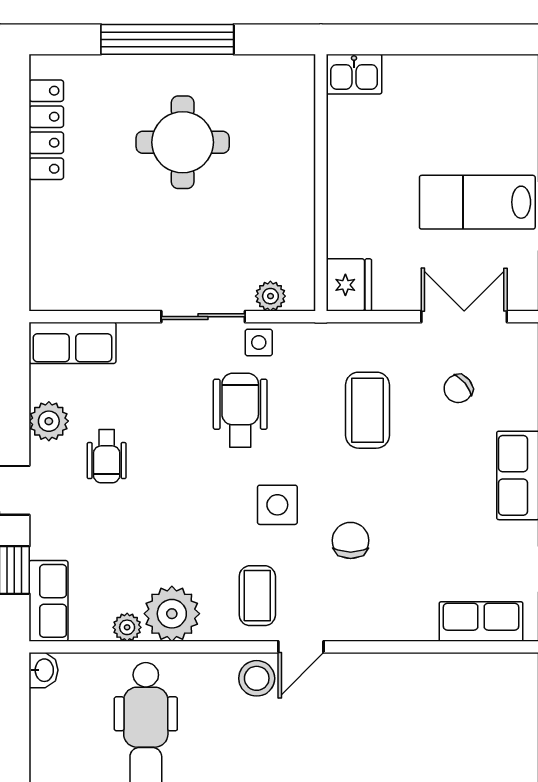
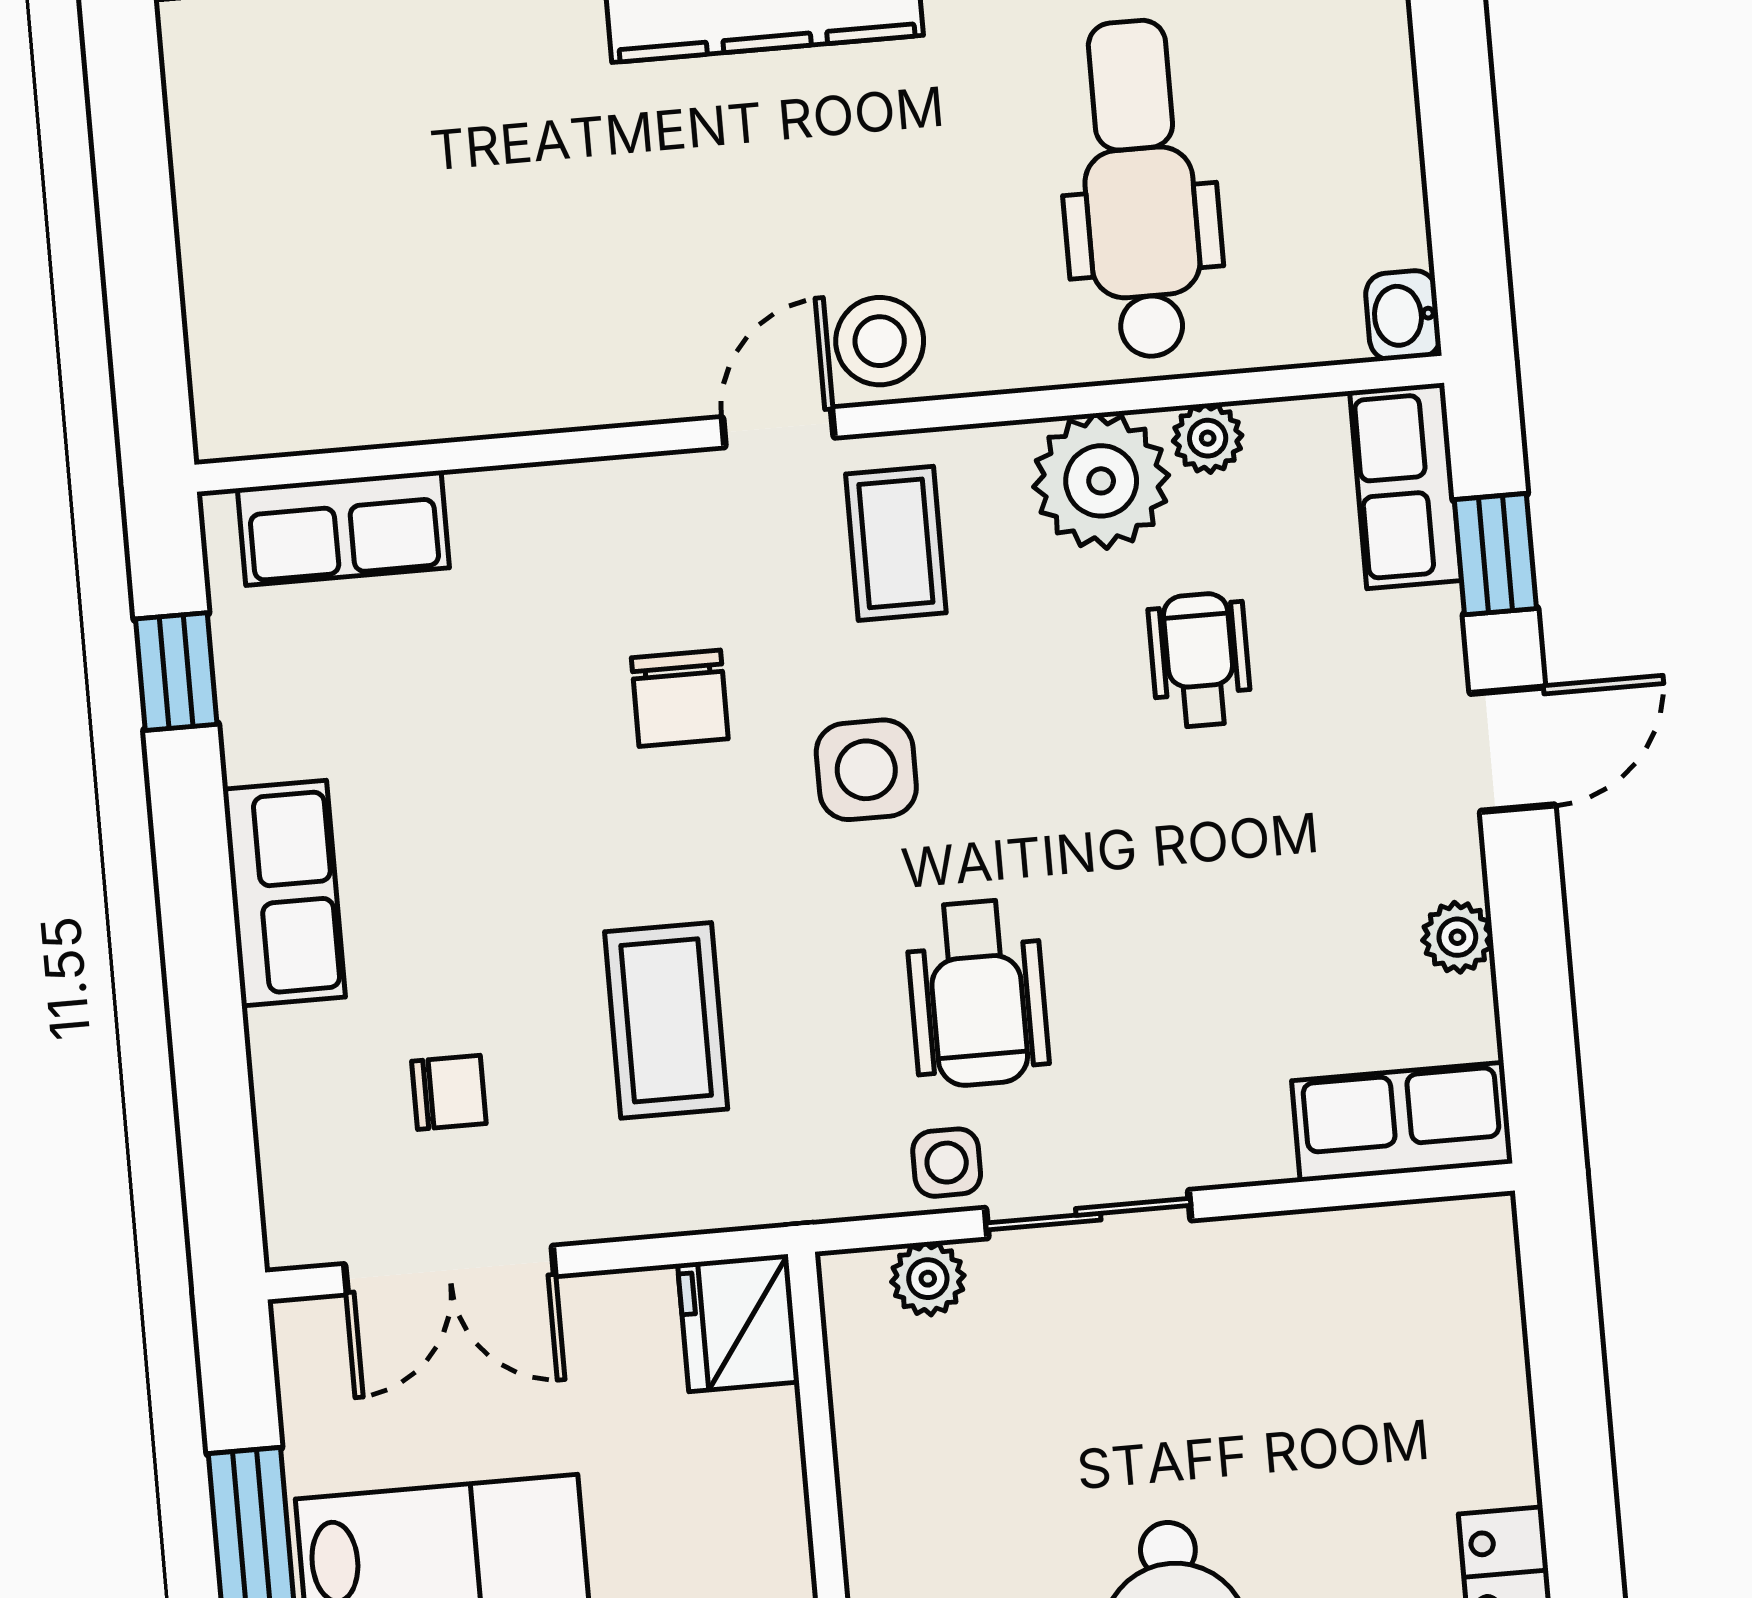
chair: (458, 389) -> (449, 1092), turned 39
plant: (49, 421) -> (1457, 937), width x0.73, depth x0.73
wheelchair: (107, 456) -> (1200, 660), moved

